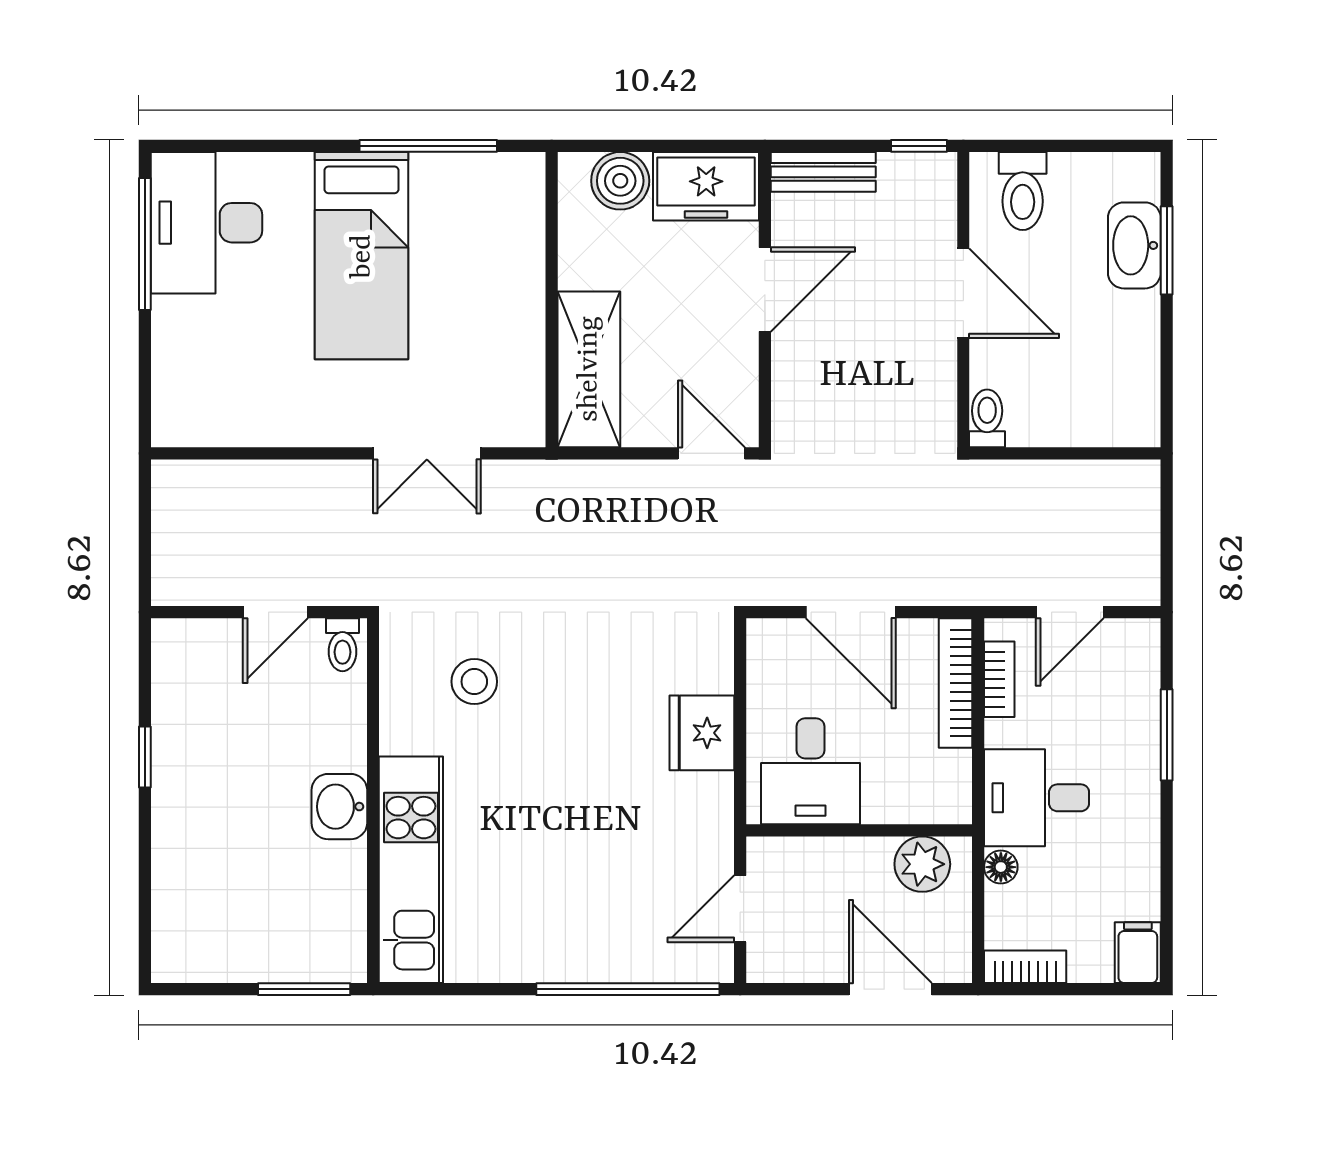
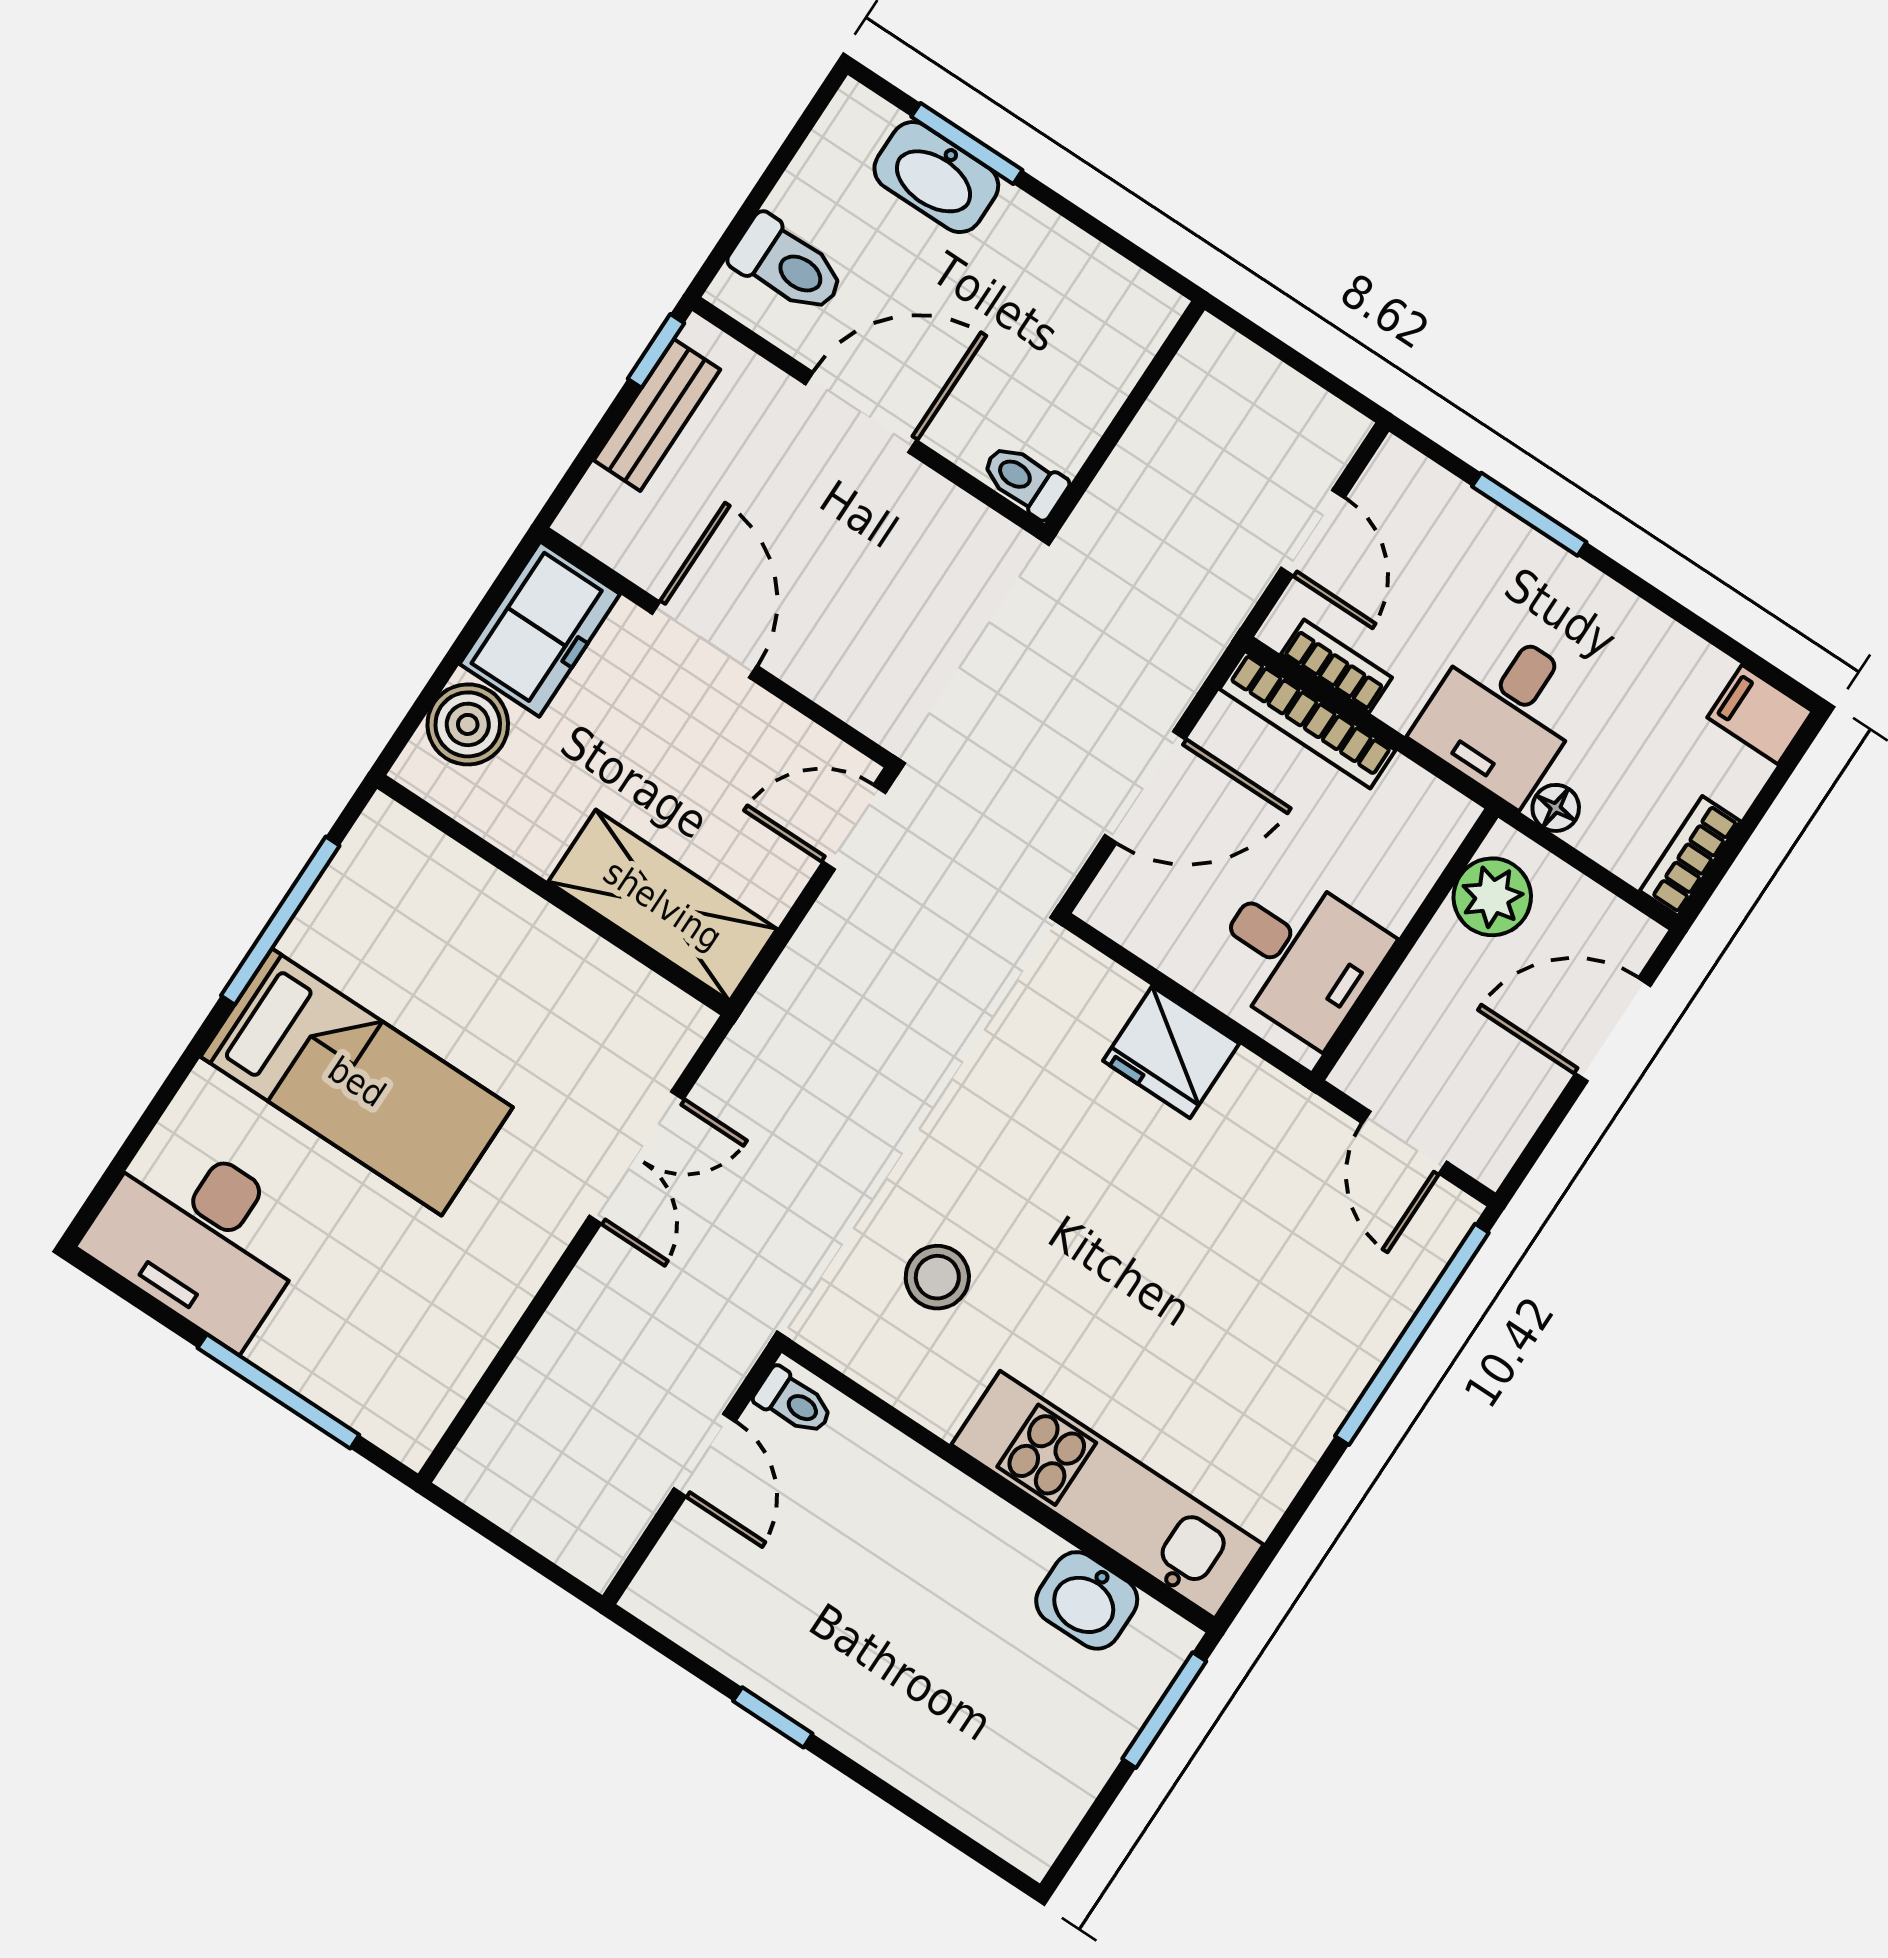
bench: (823, 172) -> (657, 415), moved
window: (145, 244) -> (278, 1391), moved
washbasin: (339, 807) -> (1087, 1600), moved

